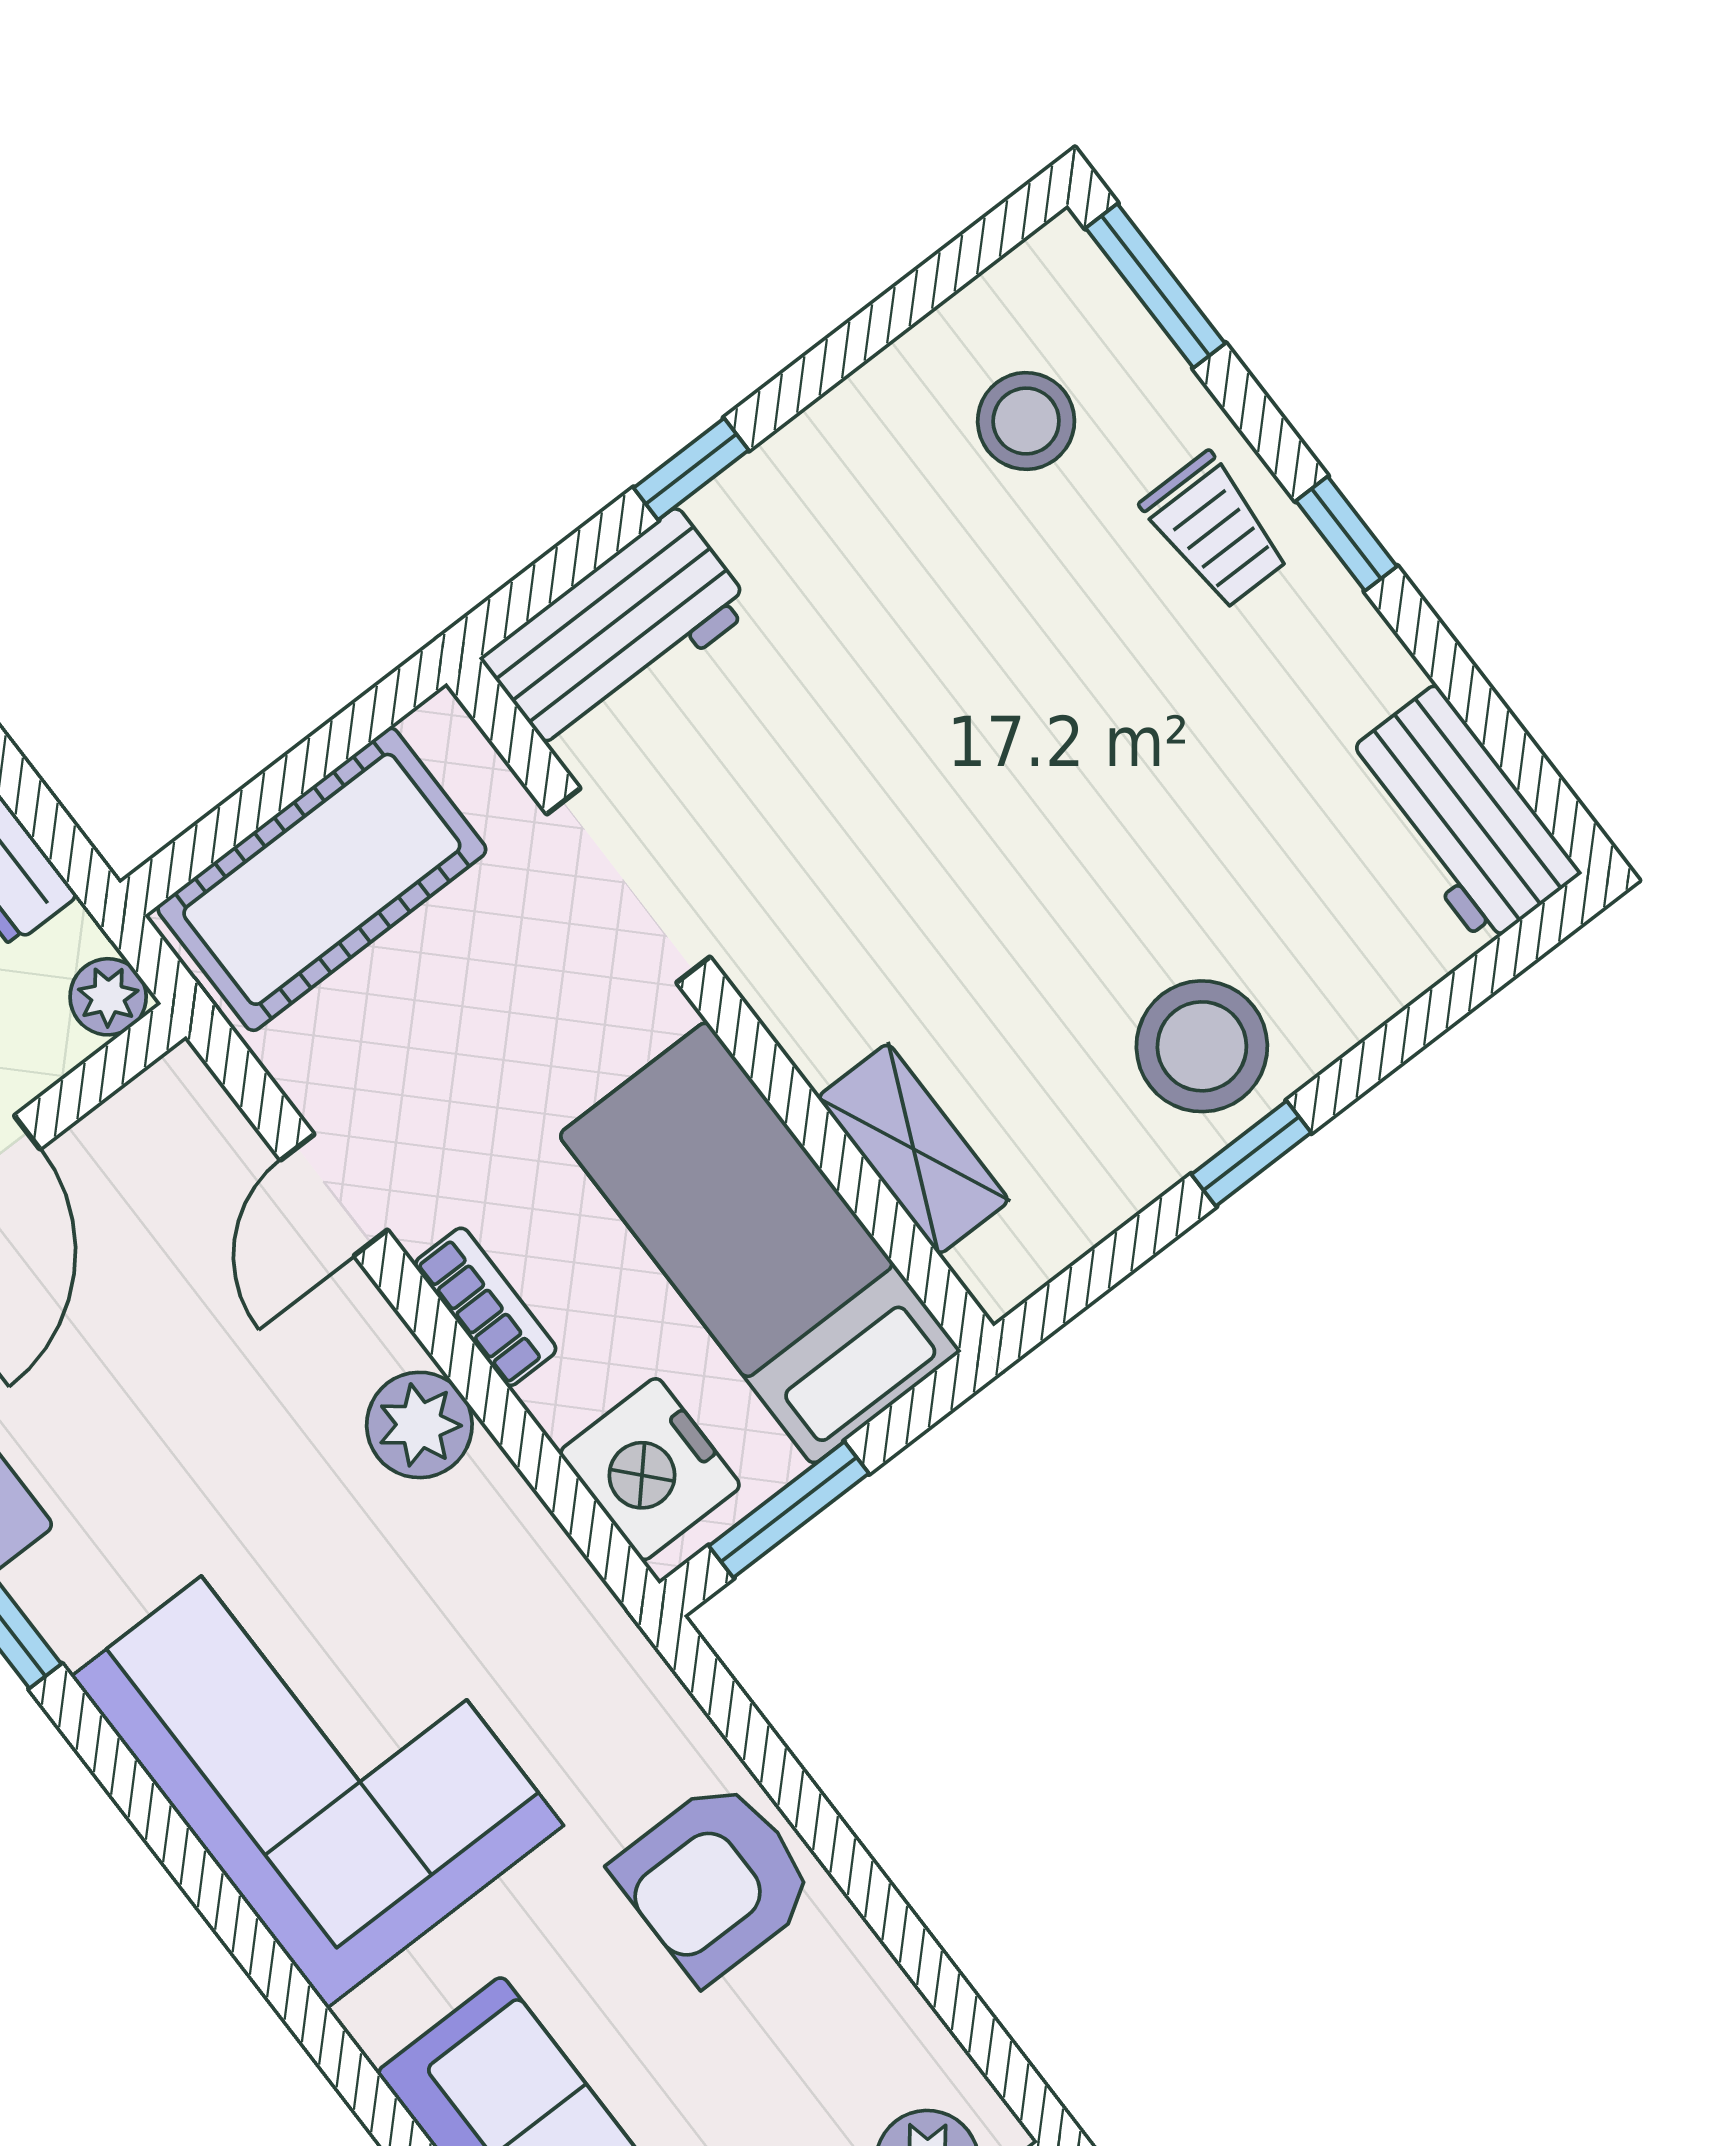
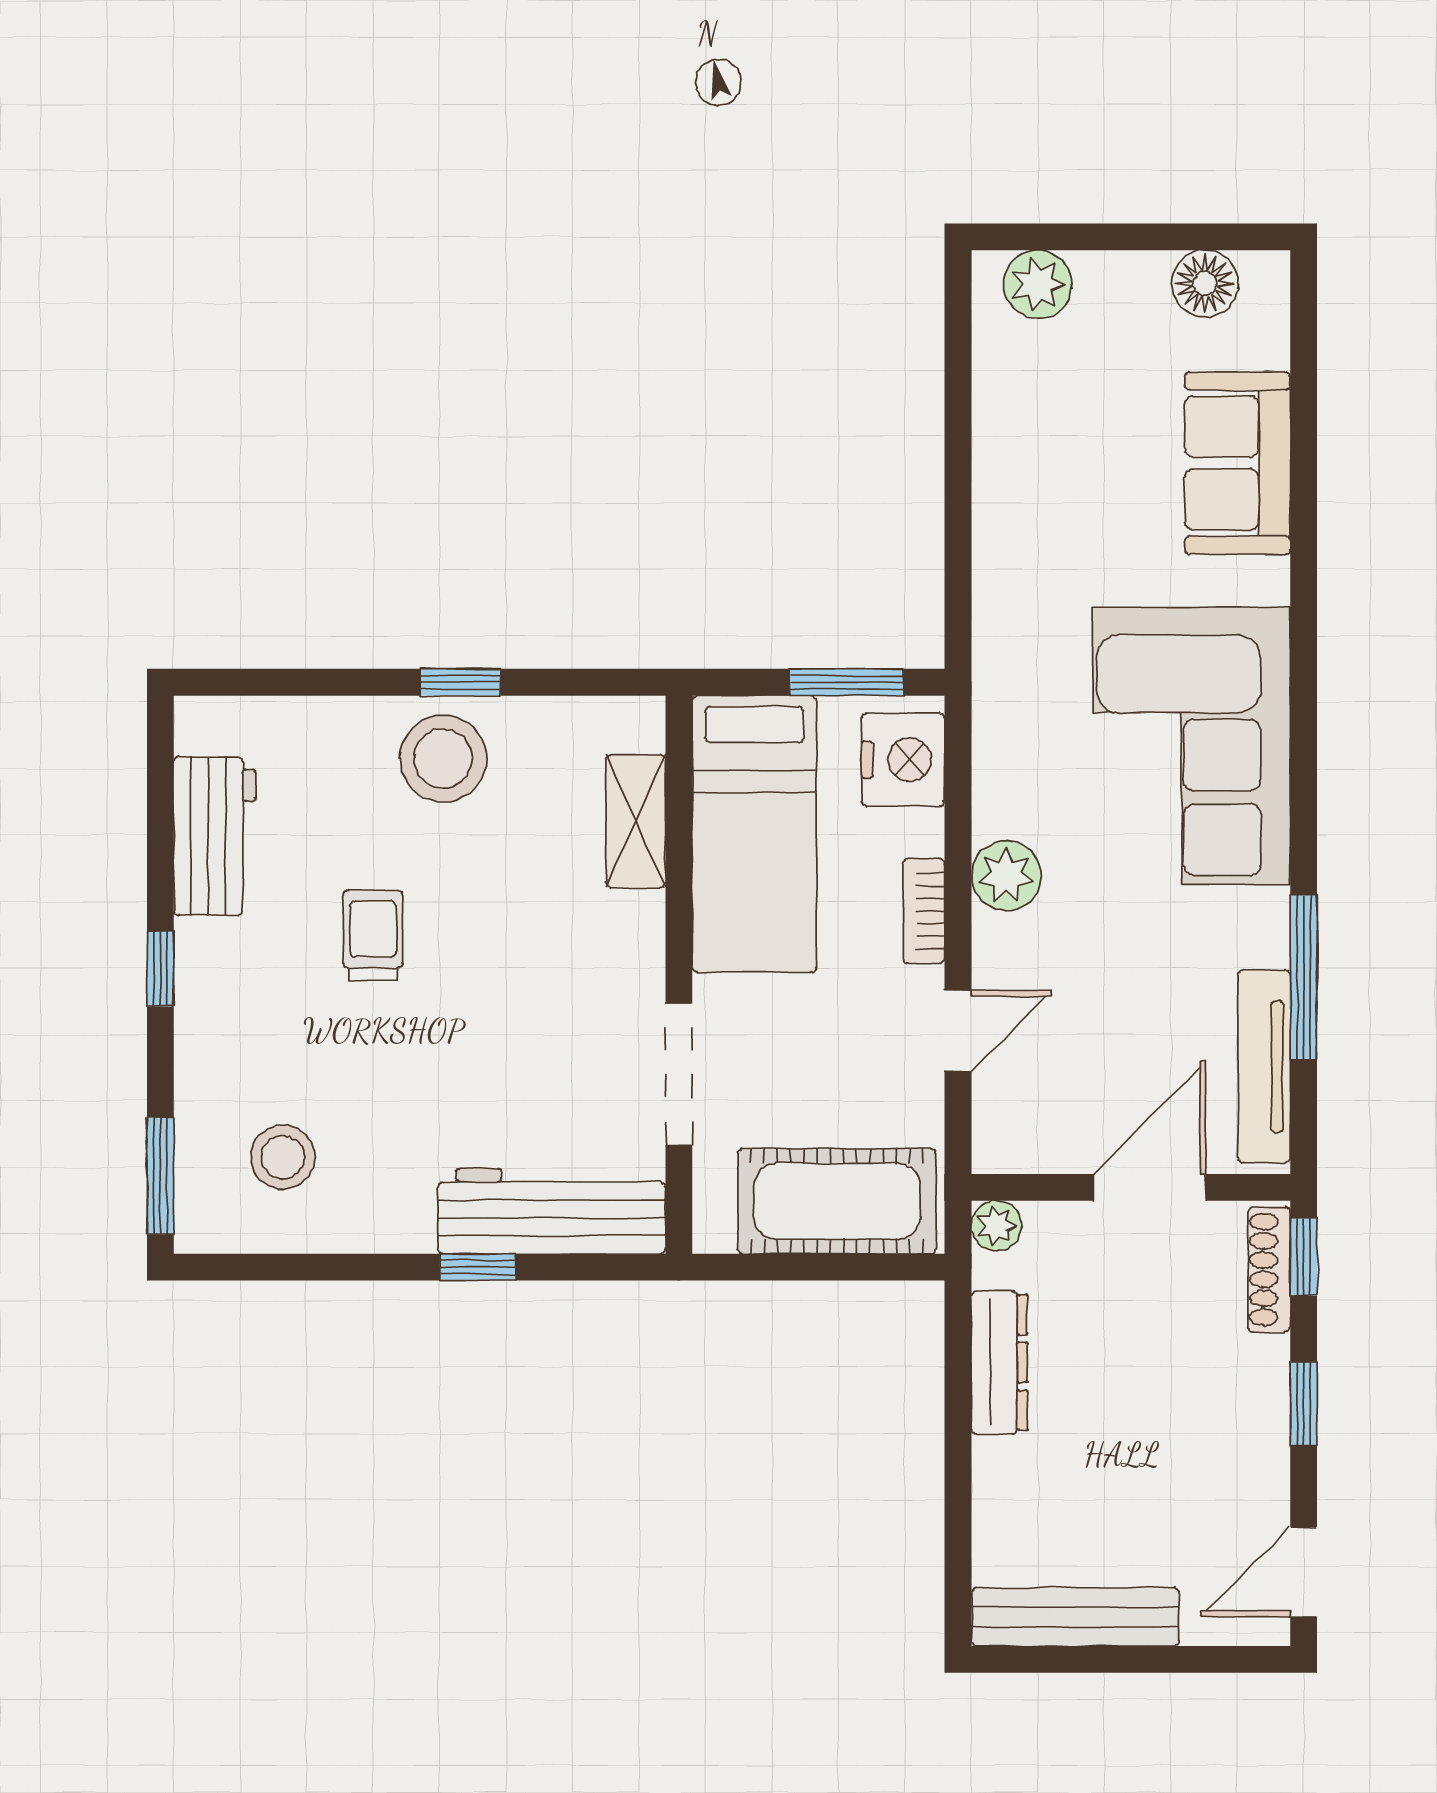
trolley: (1215, 531) -> (373, 936), moved
workbench: (617, 633) -> (552, 1211), width x1.37
workbench: (1460, 816) -> (215, 836), moved
armchair: (715, 1881) -> (1035, 518), removed

